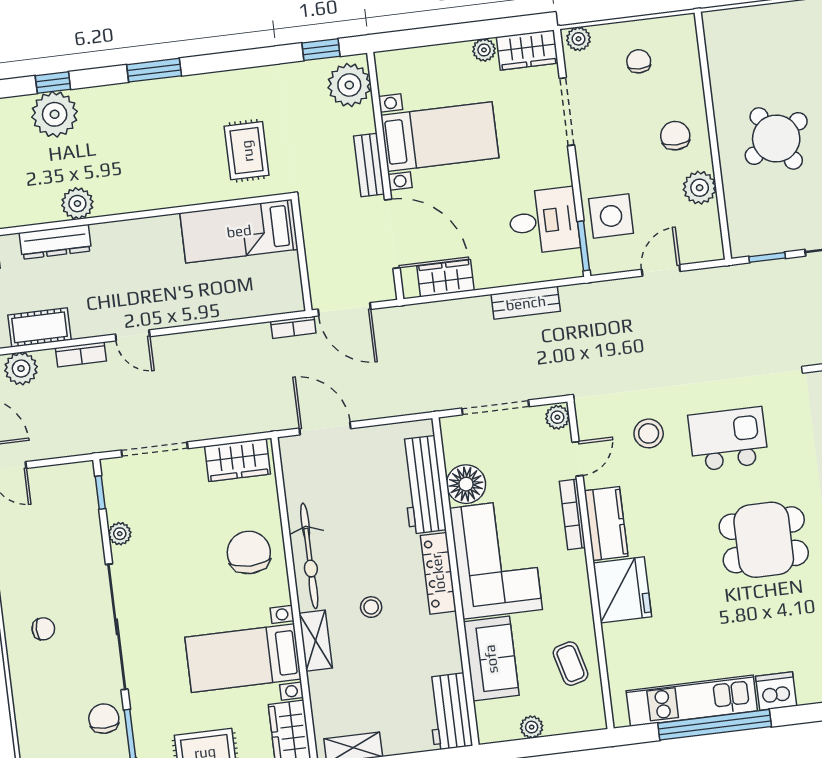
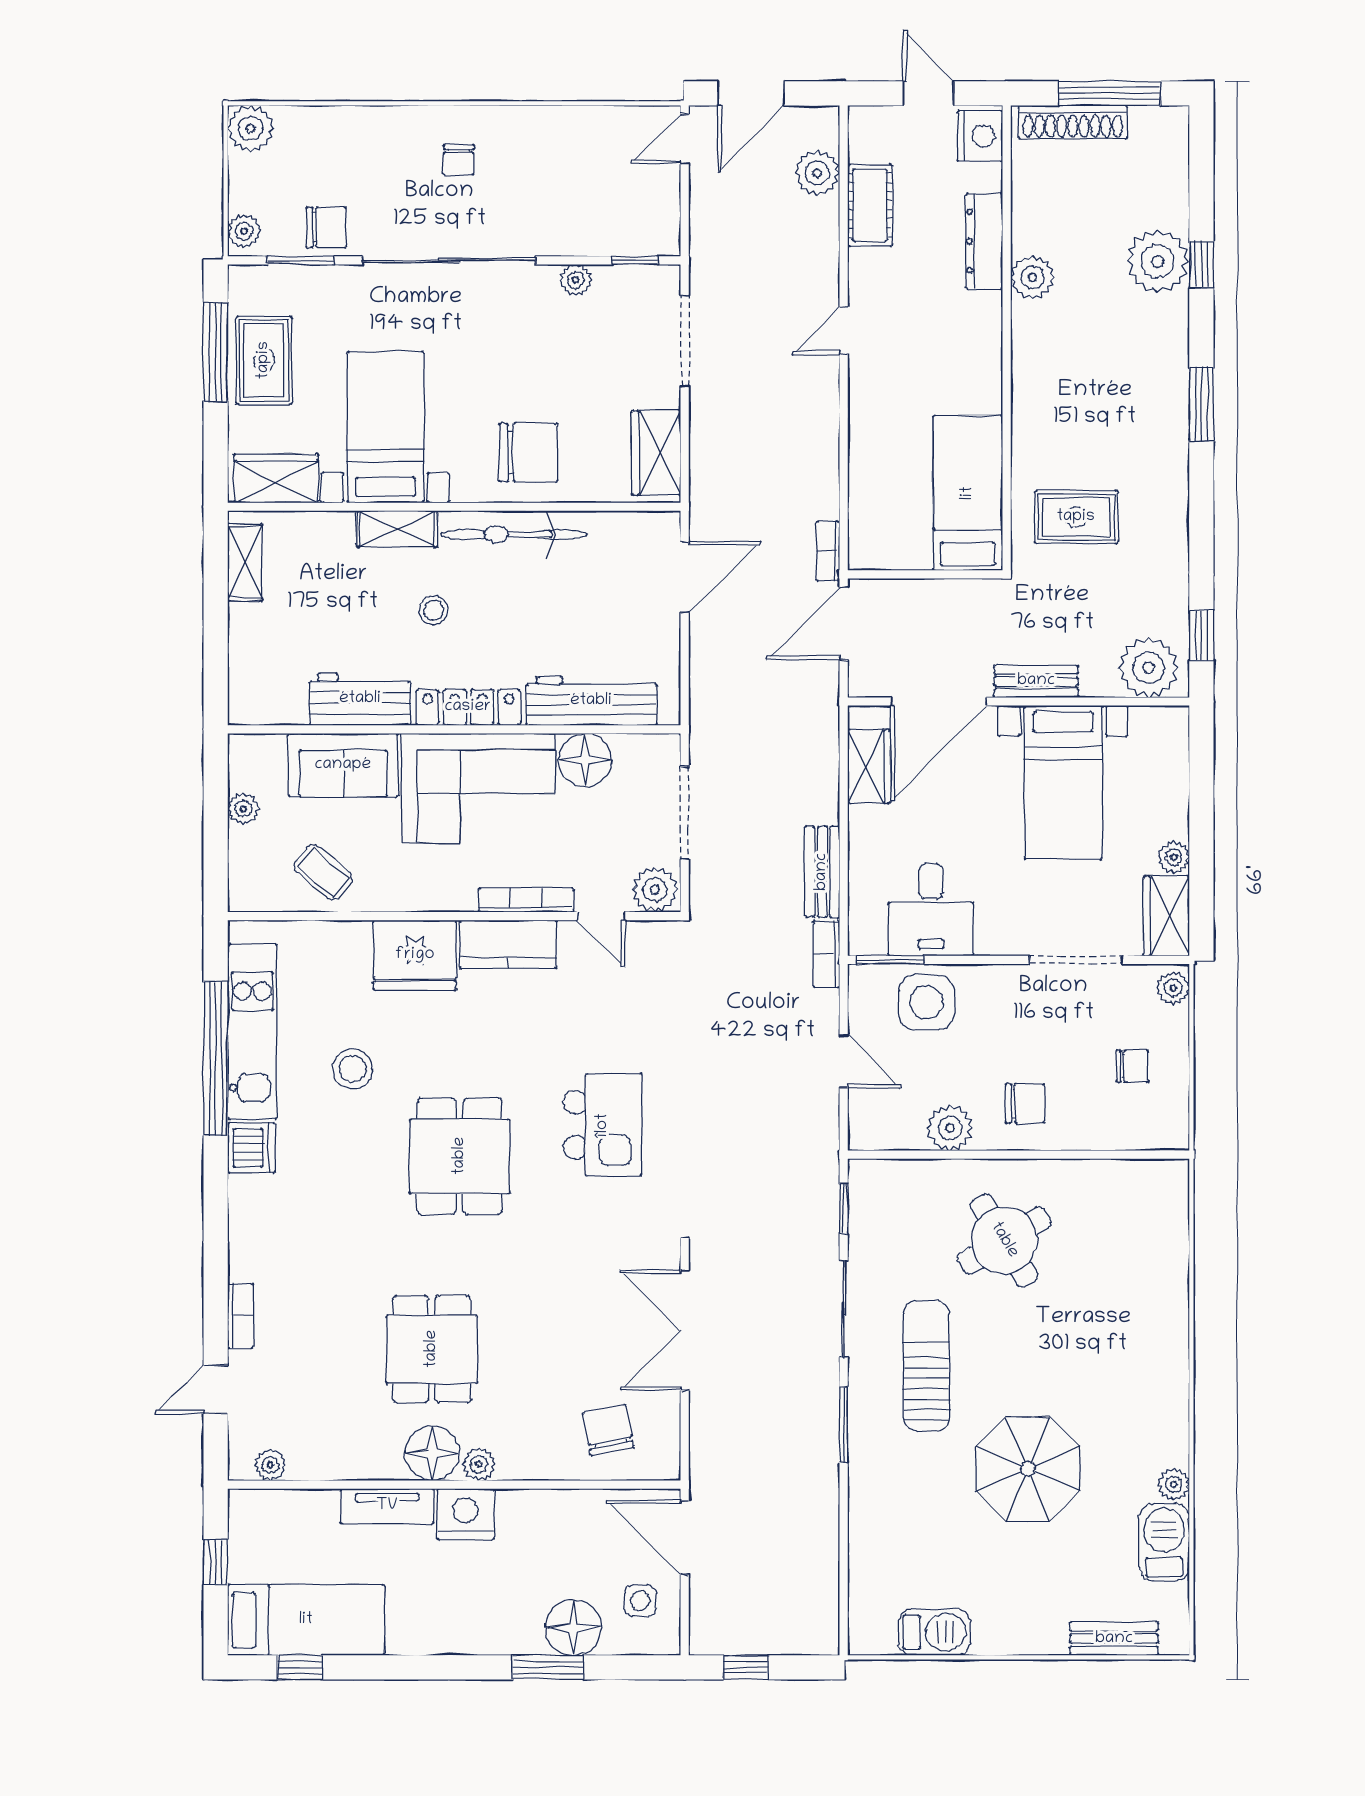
bookcase: (81, 354) -> (826, 954), moved
plant: (557, 417) -> (655, 890), width x1.38, depth x1.38
stool: (649, 433) -> (353, 1069), moved
coffee table: (570, 664) -> (323, 872), turned 55
workbench: (449, 712) -> (360, 699), moved

